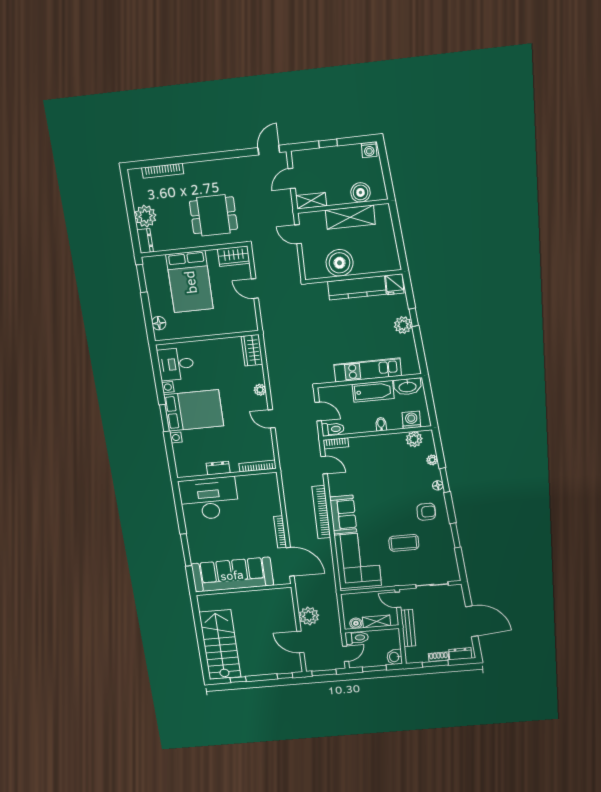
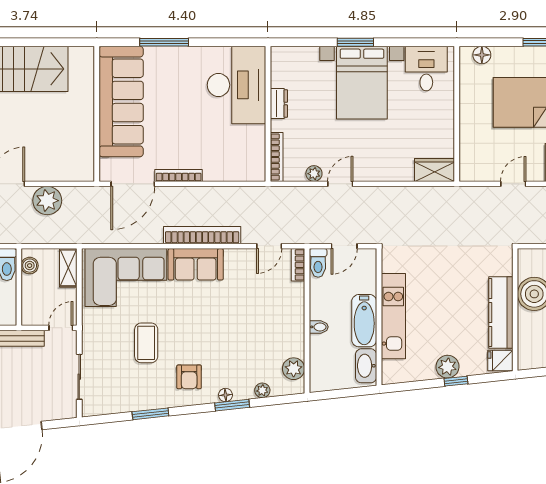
plant: (260, 390) -> (314, 174), moved
washing machine: (411, 420) -> (321, 367), removed
shelving: (377, 621) -> (68, 268), moved

